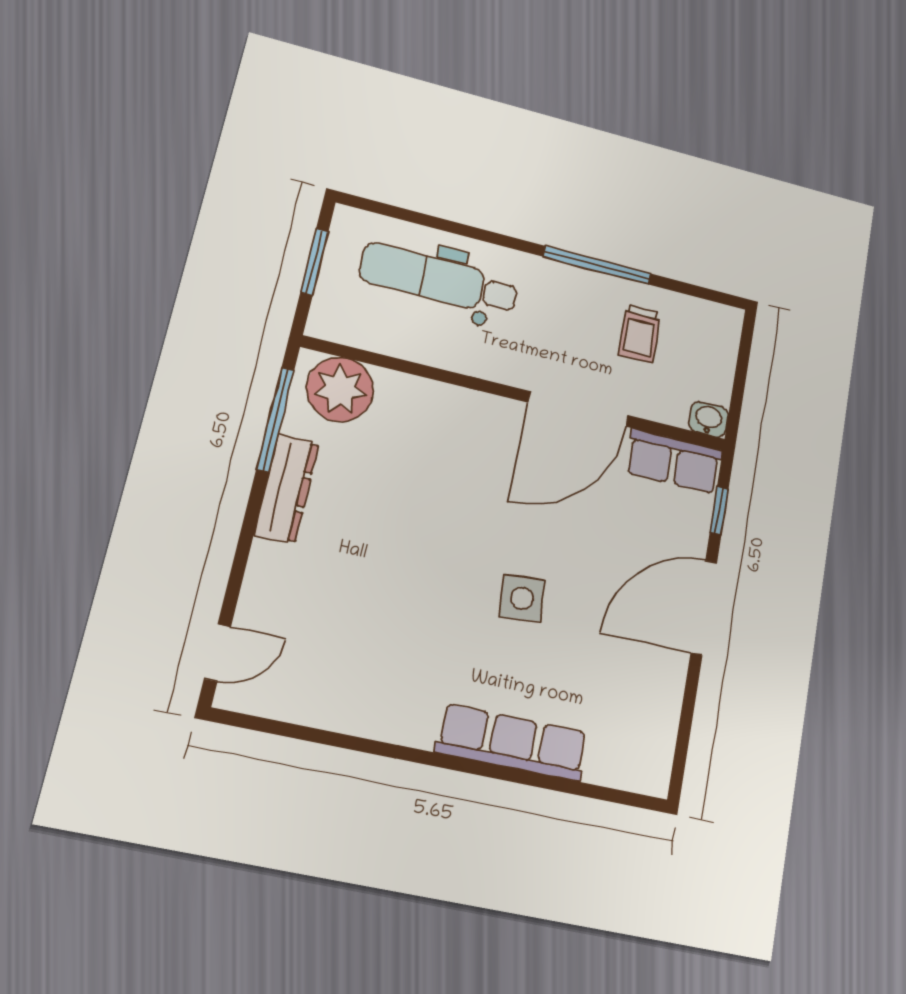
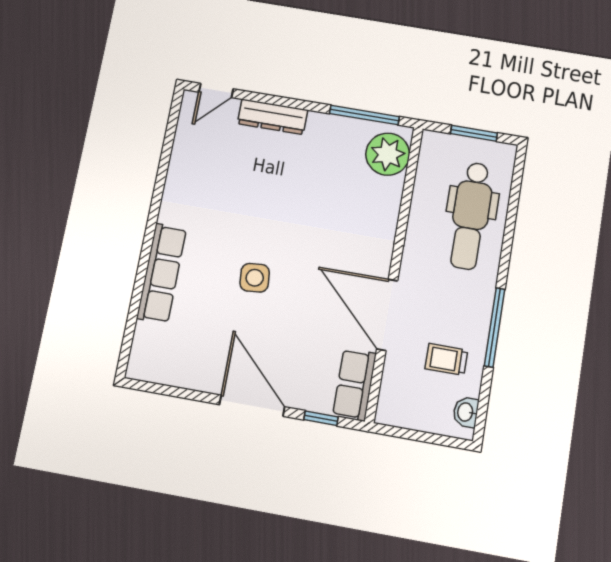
dental chair: (439, 280) -> (471, 216), turned 180
washbasin: (709, 419) -> (466, 412), moved, turned 180
dresser: (287, 489) -> (273, 117), moved
door: (217, 653) -> (216, 90), hinge flipped

